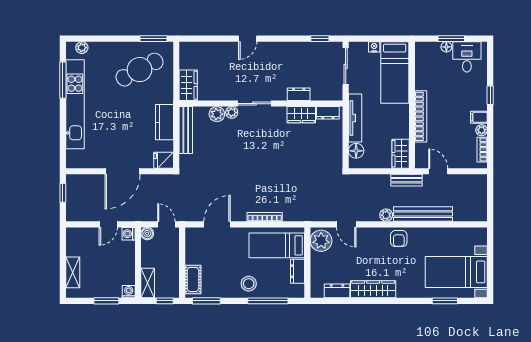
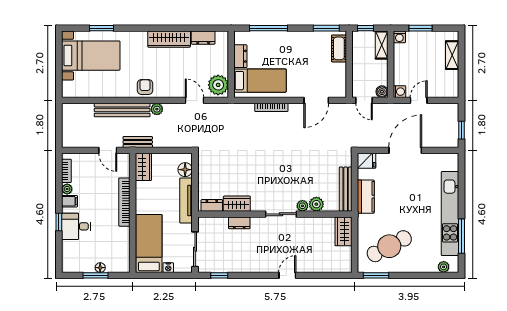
desk: (467, 57) -> (76, 226), moved, turned 90
stool: (249, 284) -> (286, 44), removed

